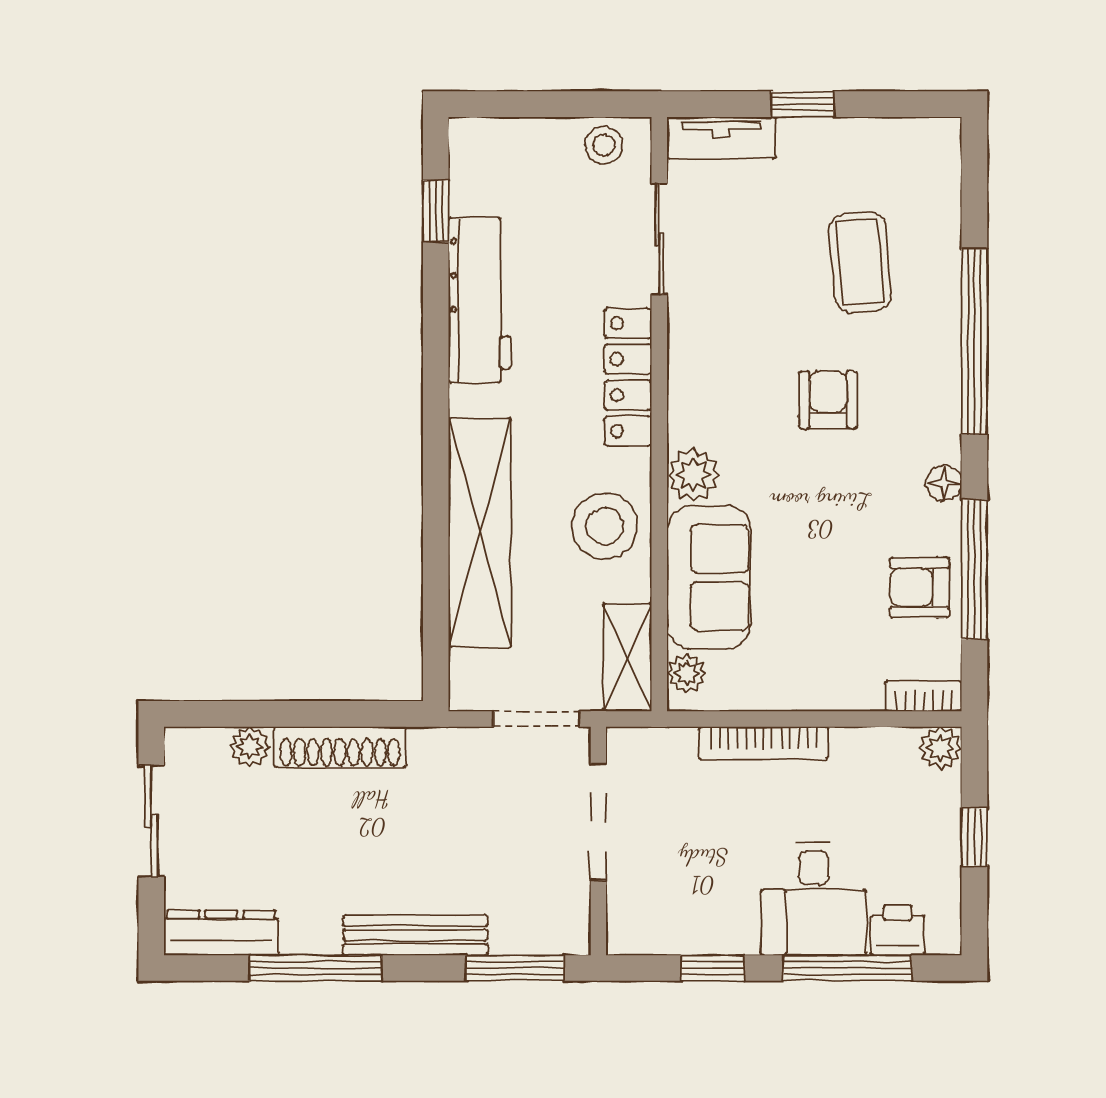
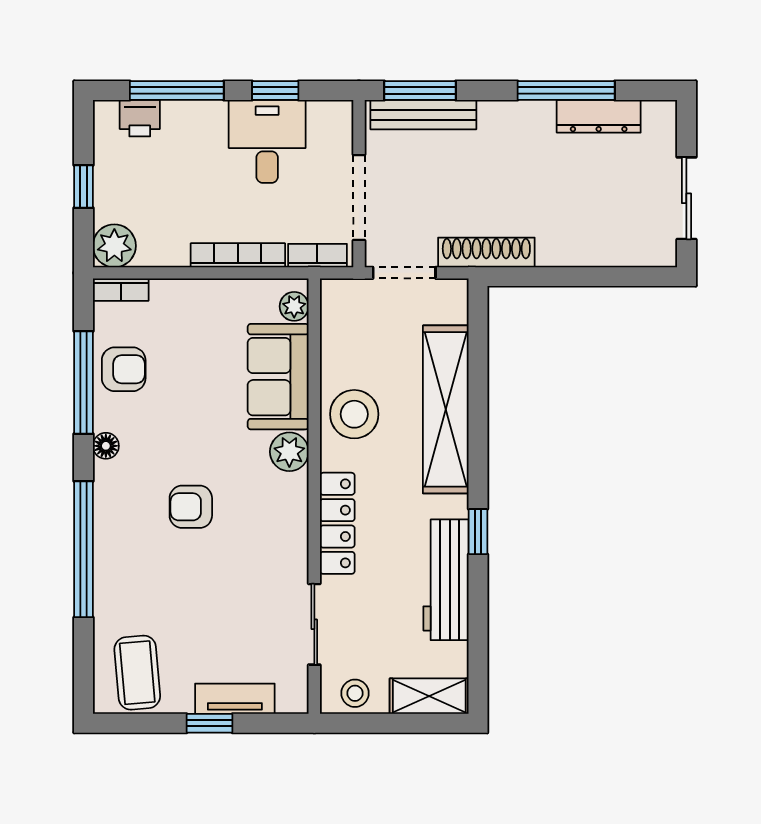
tv unit: (721, 138) -> (235, 699), moved
window: (436, 211) -> (478, 532), moved
coffee table: (860, 262) -> (137, 673), moved
armchair: (828, 400) -> (191, 507), turned 90
shelving: (627, 657) -> (429, 696), moved, turned 90
bookcase: (655, 743) -> (317, 256), added
plant: (250, 747) -> (614, 253), removed
shoe rack: (340, 747) -> (486, 252), moved
plant: (940, 748) -> (114, 246), width x1.38, depth x1.38
desk: (813, 899) -> (267, 141), moved
dresser: (221, 933) -> (599, 116), moved
bench: (415, 935) -> (423, 115), moved

